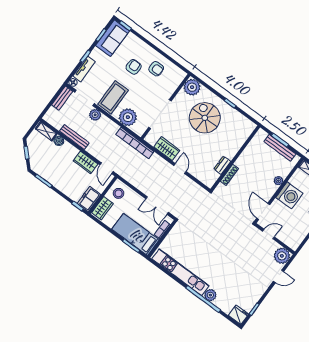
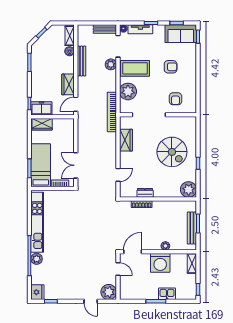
armchair: (156, 69) -> (175, 99), moved
plant: (192, 87) -> (189, 190), moved
spiral stairs: (205, 118) -> (172, 152), turned 90
door: (180, 169) -> (118, 175), moved
stool: (119, 193) -> (63, 128), removed

